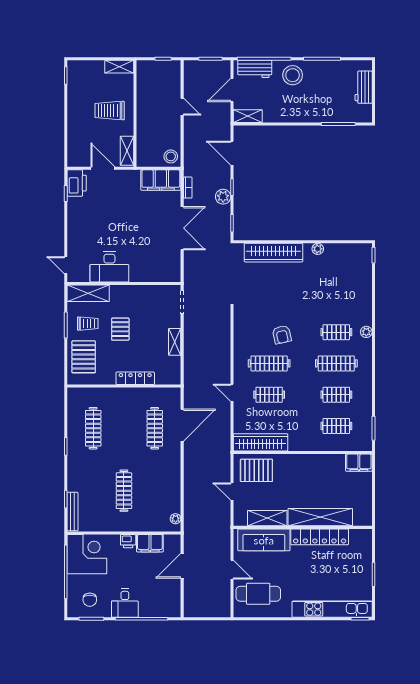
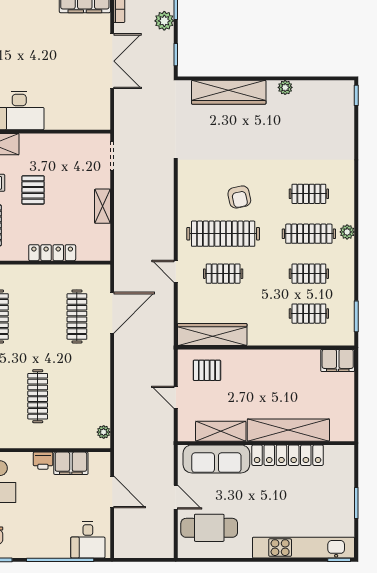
plant: (366, 332) -> (347, 232), moved
clothes rail: (269, 363) -> (223, 234), width x1.37, depth x1.31
pallet: (256, 470) -> (207, 370), width x0.67, depth x0.71
door: (182, 566) -> (112, 492), swing flipped
desk: (125, 603) -> (88, 540), moved

